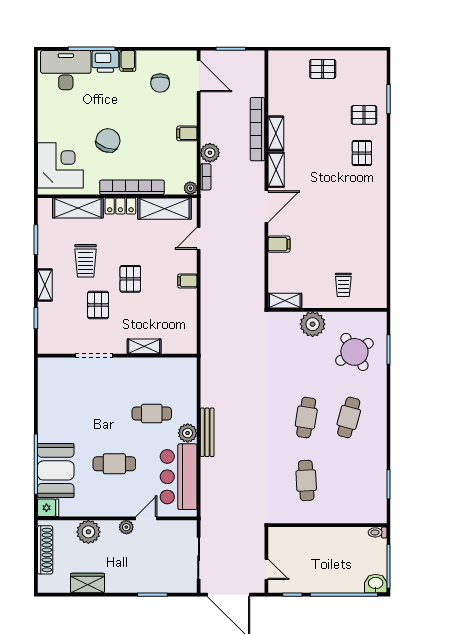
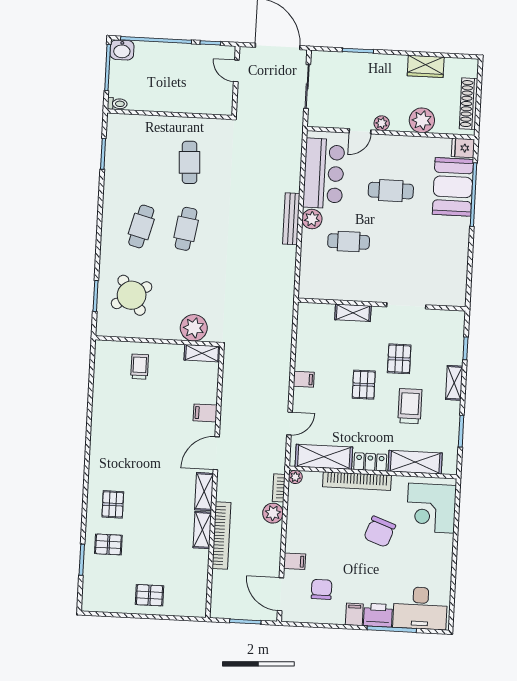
filing cabinet: (187, 133) -> (295, 561), moved
plant: (313, 324) -> (194, 328), moved

